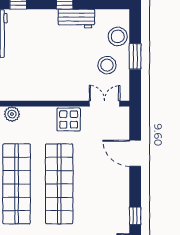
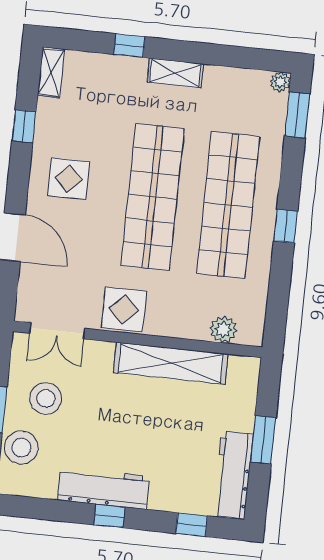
workbench: (76, 19) -> (103, 488), width x1.38
shelving: (39, 92) -> (171, 363), added
display table: (107, 189) -> (69, 179), added

